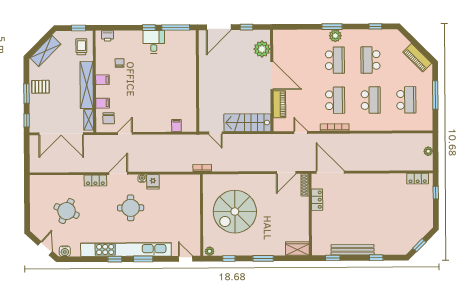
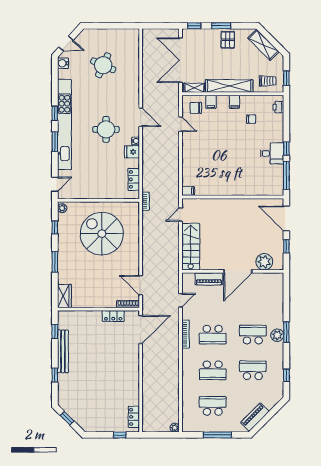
school desk: (335, 60) -> (253, 335), turned 180
school desk: (406, 100) -> (213, 406), turned 180
filing cabinet: (176, 126) -> (188, 191), moved
plant: (428, 151) -> (175, 428), moved
locker: (95, 180) -> (134, 179), moved

